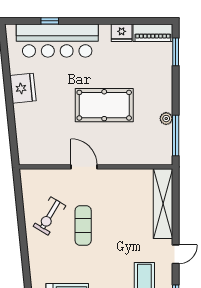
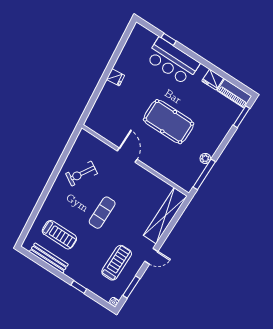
bar counter: (57, 41) -> (173, 61), width x0.73
fridge: (23, 88) -> (115, 77), width x0.53, depth x0.75
exercise mat: (83, 225) -> (102, 213), moved

